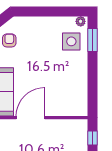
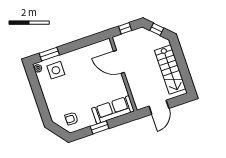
door: (30, 118) -> (119, 62), moved

